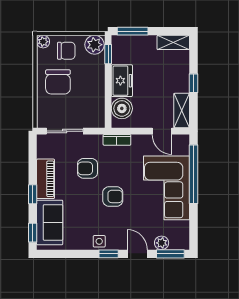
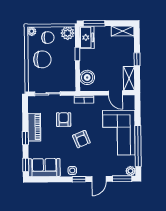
window: (108, 54) -> (77, 54), moved
freezer: (122, 81) -> (87, 37), moved
chair: (58, 82) -> (42, 59), turned -90
armchair: (88, 168) -> (64, 120), turned 90
window: (194, 174) -> (138, 146), moved
armchair: (113, 196) -> (81, 139), turned 68
sofa: (50, 222) -> (44, 168), moved, turned -90
plant: (162, 243) -> (131, 171), moved
door: (137, 254) -> (99, 179), swing flipped

